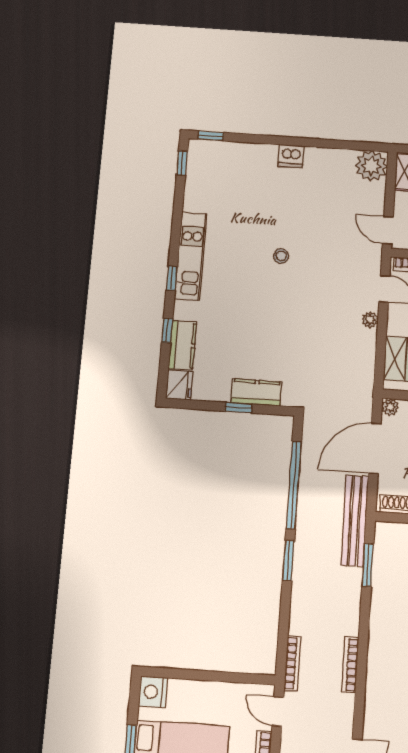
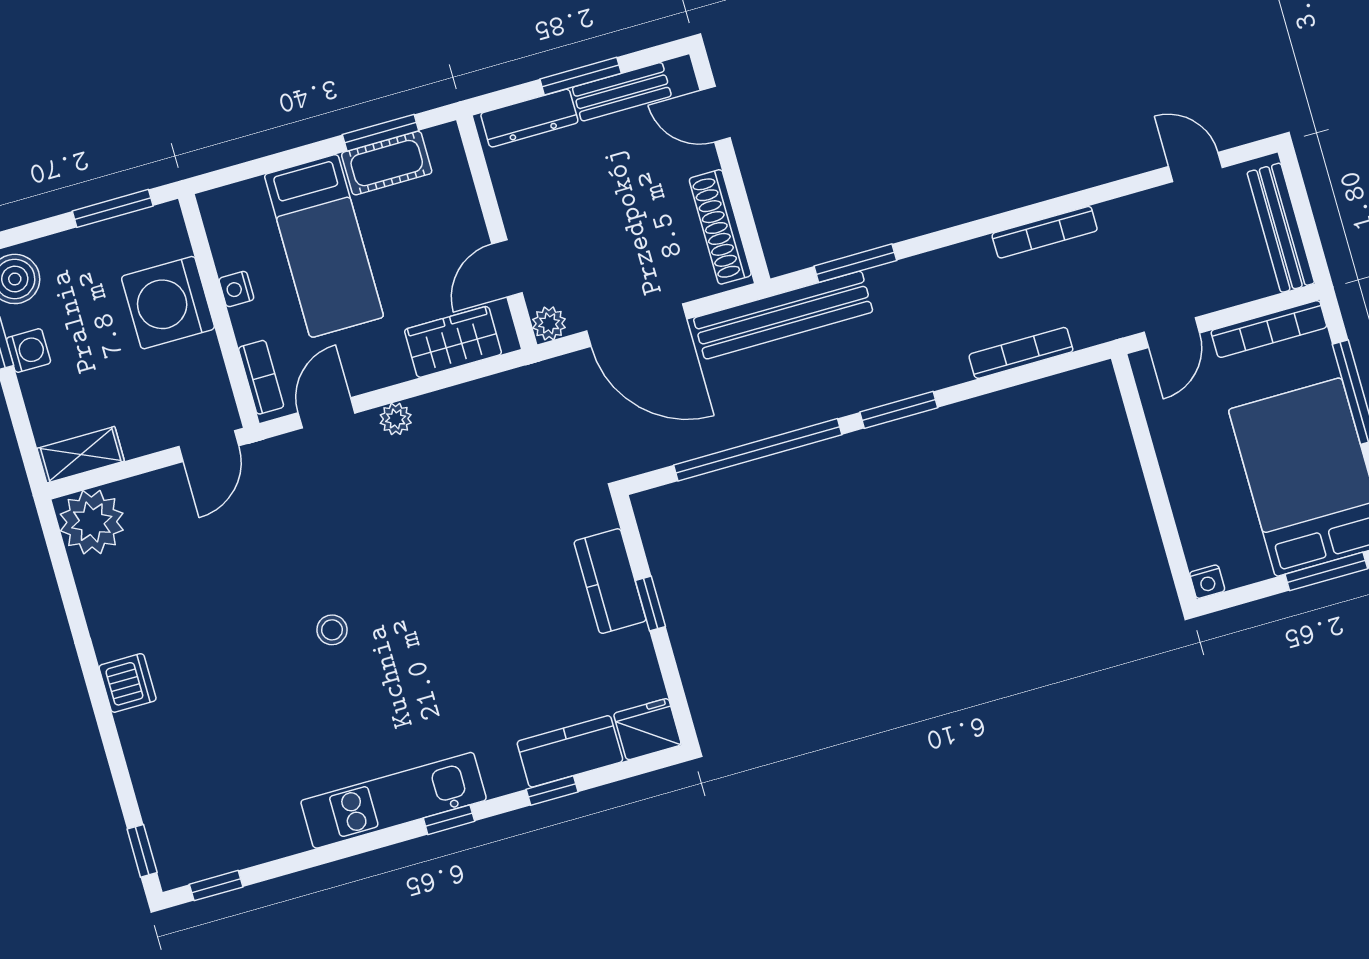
bookcase: (293, 663) -> (1021, 353), moved
nightstand: (153, 692) -> (1207, 582), width x0.53, depth x0.56

